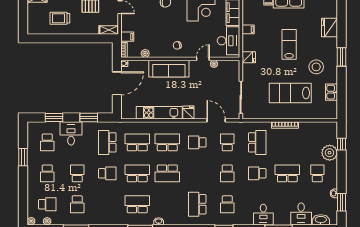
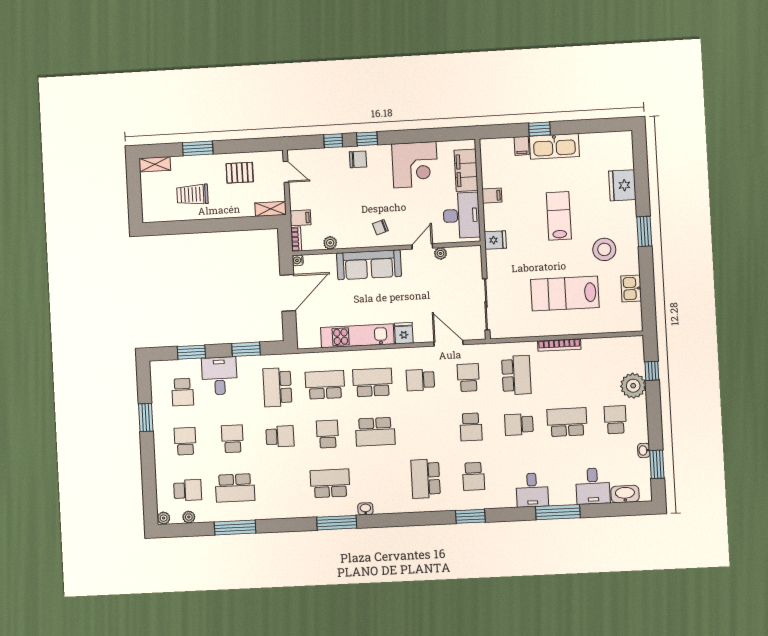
school desk: (47, 173) -> (185, 441), turned 180
school desk: (137, 173) -> (328, 434), width x0.54
school desk: (77, 204) -> (235, 488), width x1.85

